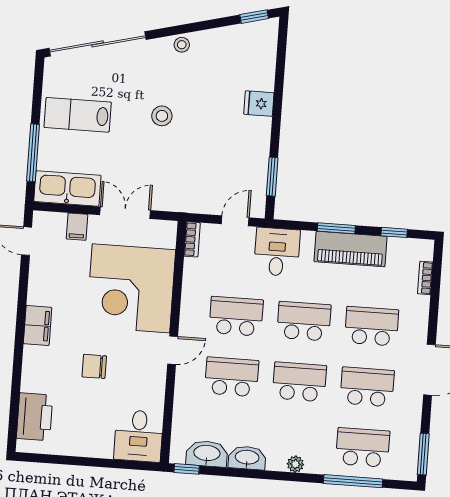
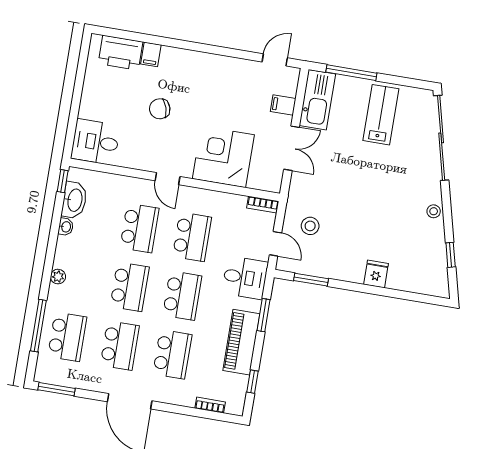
window: (254, 17) -> (451, 255), moved
stool: (162, 116) -> (310, 226), moved
window: (336, 228) -> (264, 315), moved
corner desk: (131, 288) -> (223, 157), width x0.74, depth x0.74
filing cabinet: (38, 326) -> (151, 54), moved, width x0.50
chair: (94, 366) -> (160, 109), turned -107
washbasin: (247, 458) -> (66, 227), width x0.52, depth x0.69

